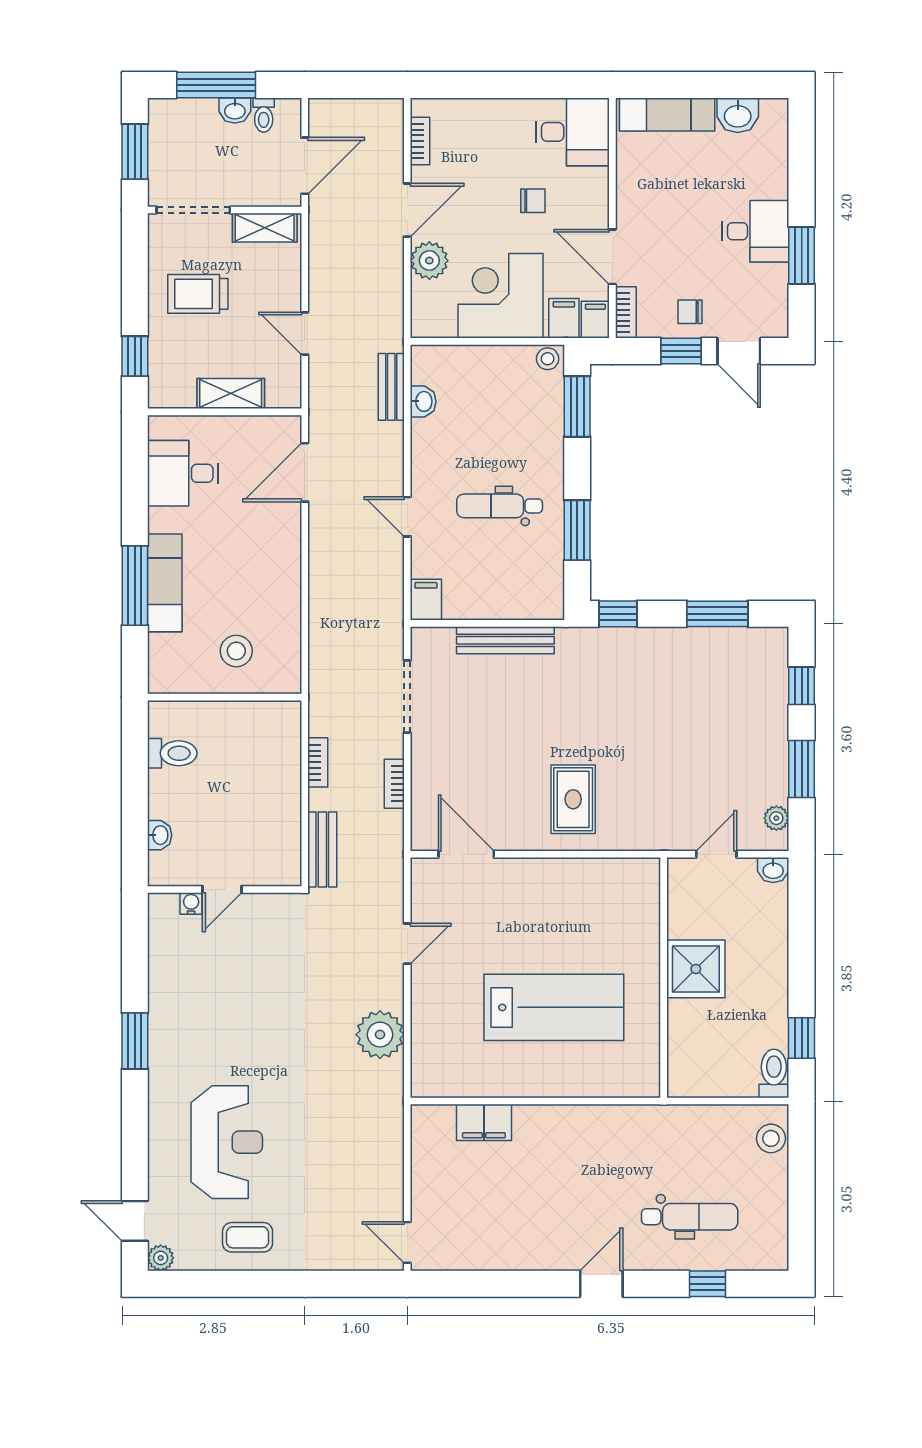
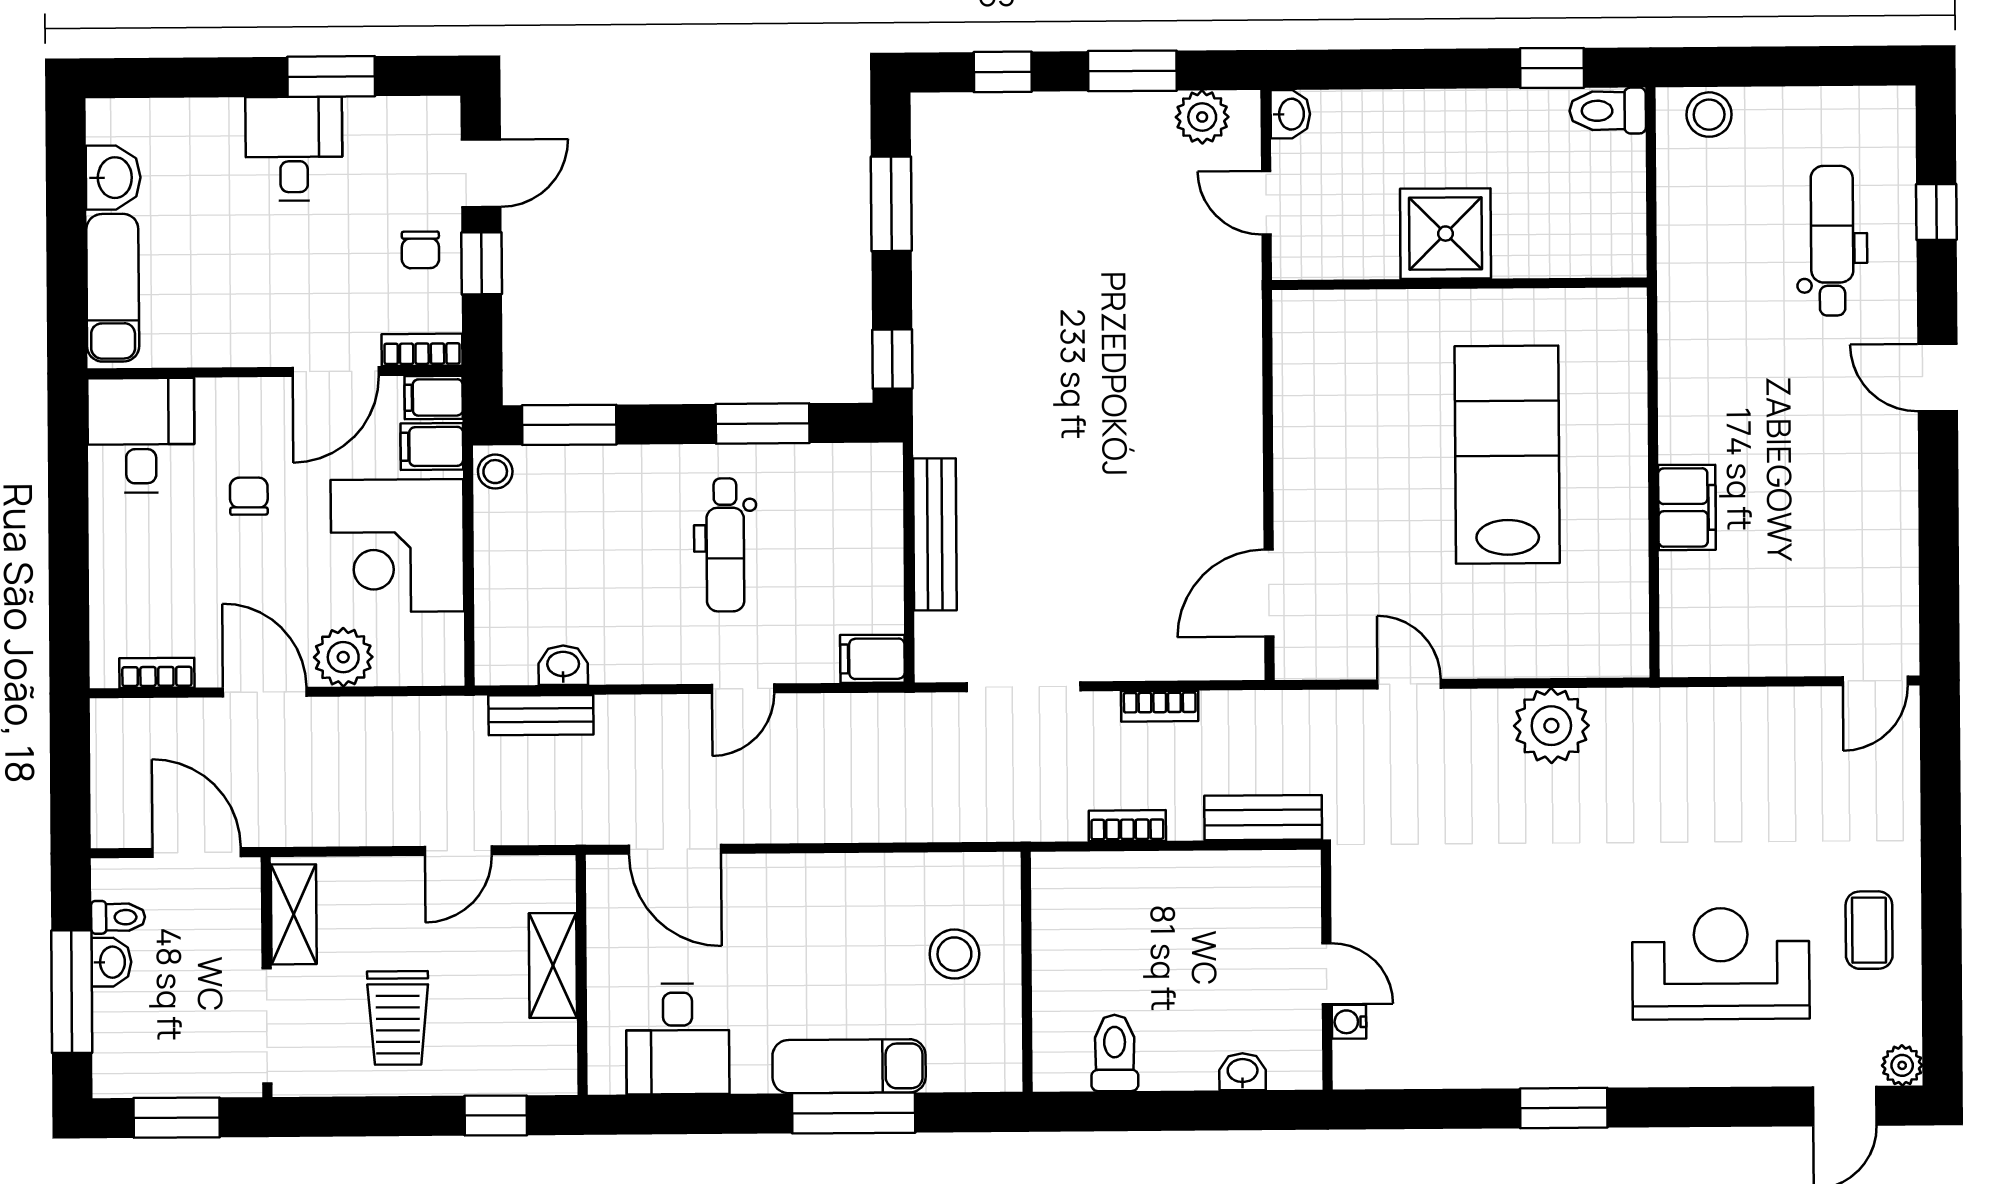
rug: (573, 799) -> (1182, 427), removed
plant: (776, 818) -> (1202, 117), width x1.38, depth x1.38
filing cabinet: (484, 1122) -> (1687, 507), moved

